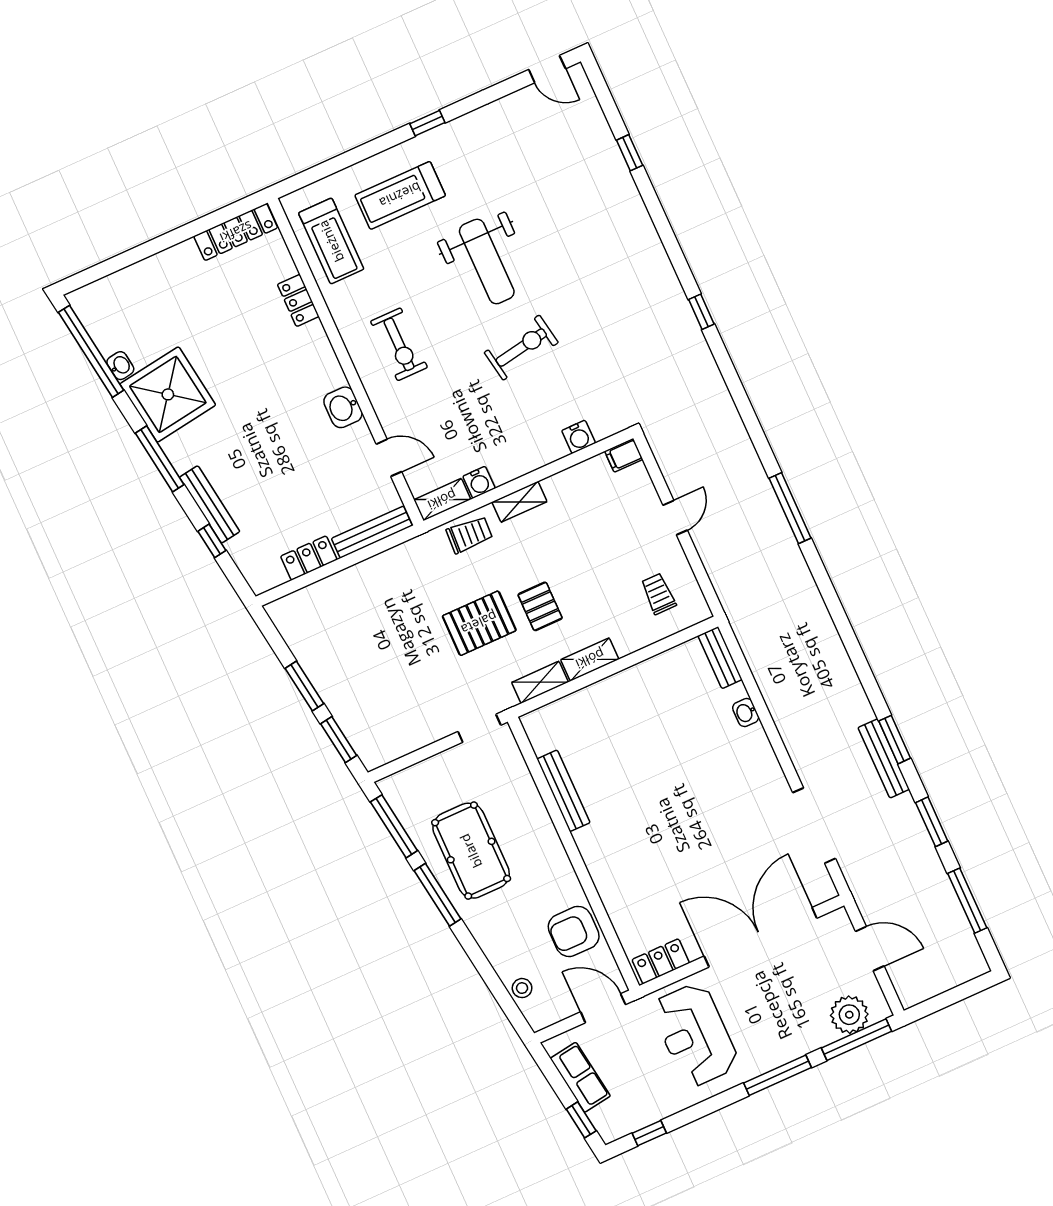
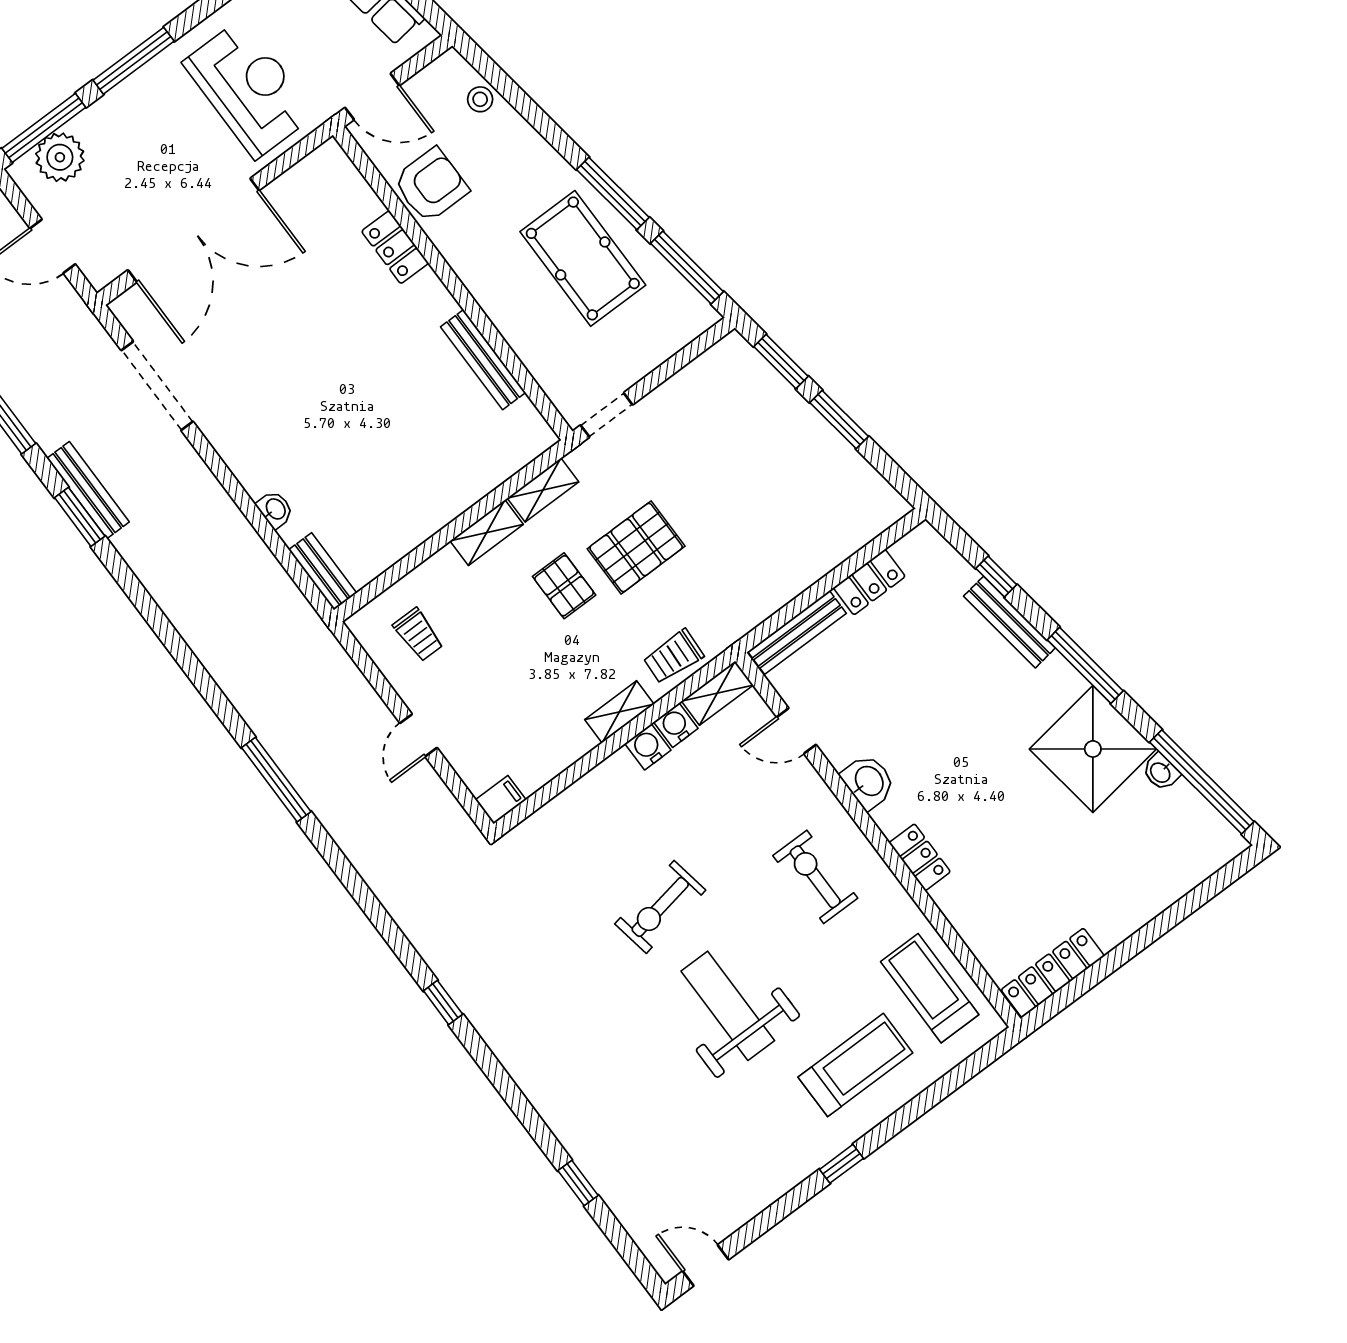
locker: (298, 300) -> (920, 857), moved
water cooler: (579, 437) -> (648, 747), moved
locker: (661, 961) -> (395, 247), moved, turned 90

